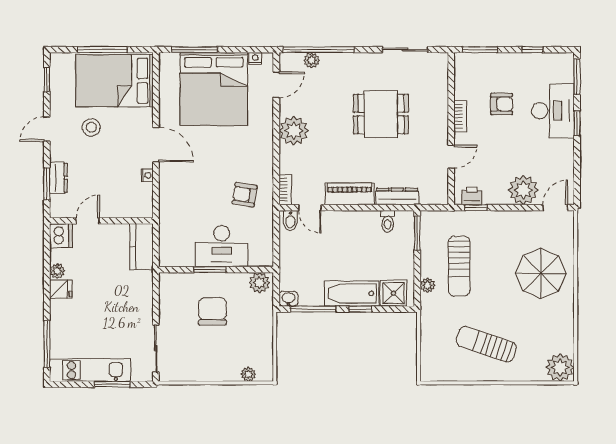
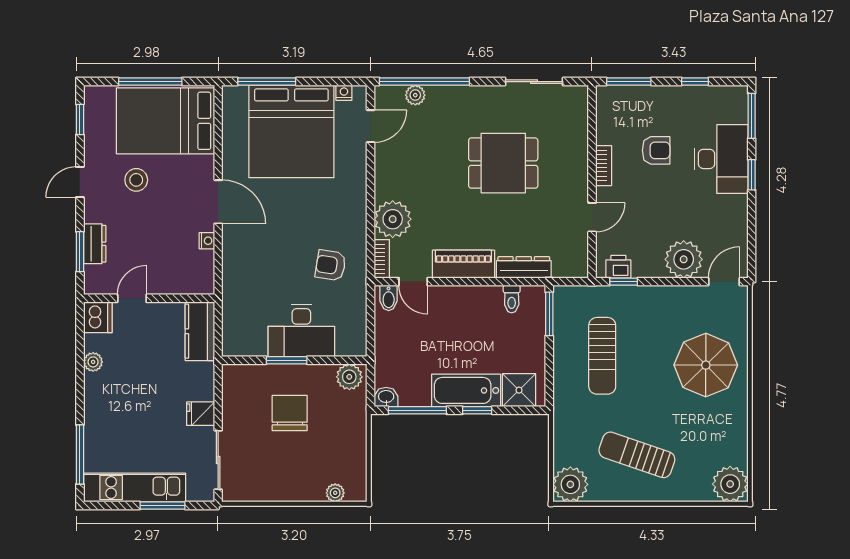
plant: (294, 131) -> (393, 219), moved
plant: (427, 285) -> (570, 484), moved, width x1.88, depth x1.88
fridge: (61, 289) -> (201, 414), moved, turned 180

